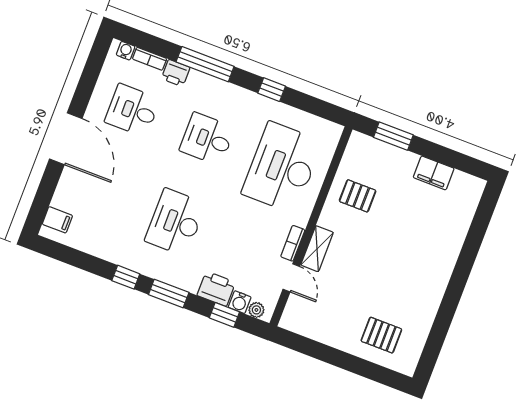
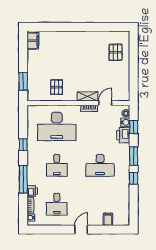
door: (66, 139) -> (81, 230), width x0.53
filing cabinet: (434, 173) -> (33, 41), moved
filing cabinet: (57, 220) -> (108, 219), moved

